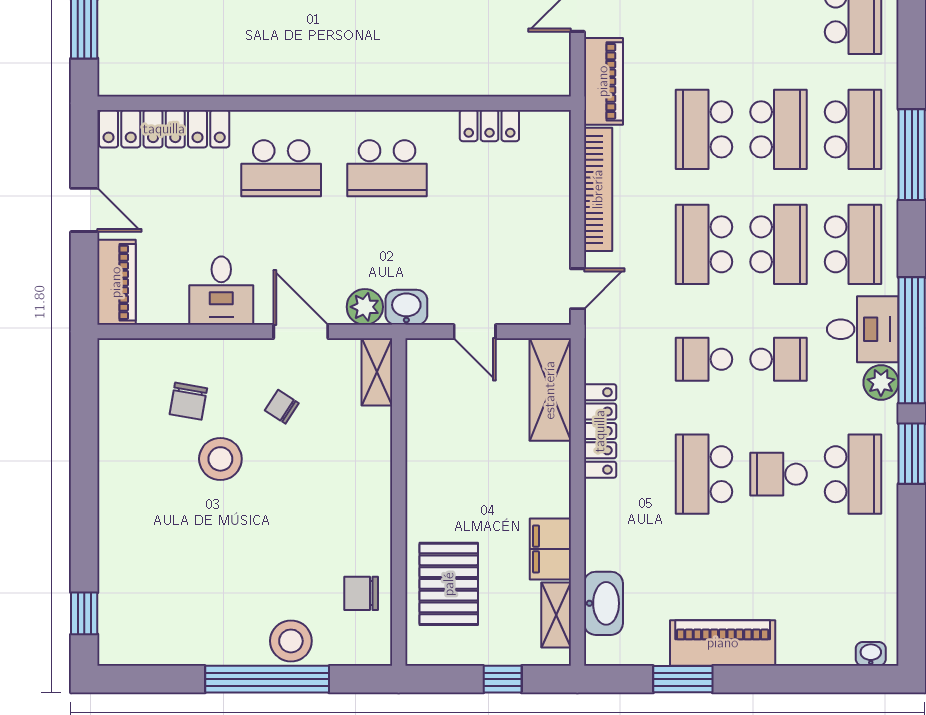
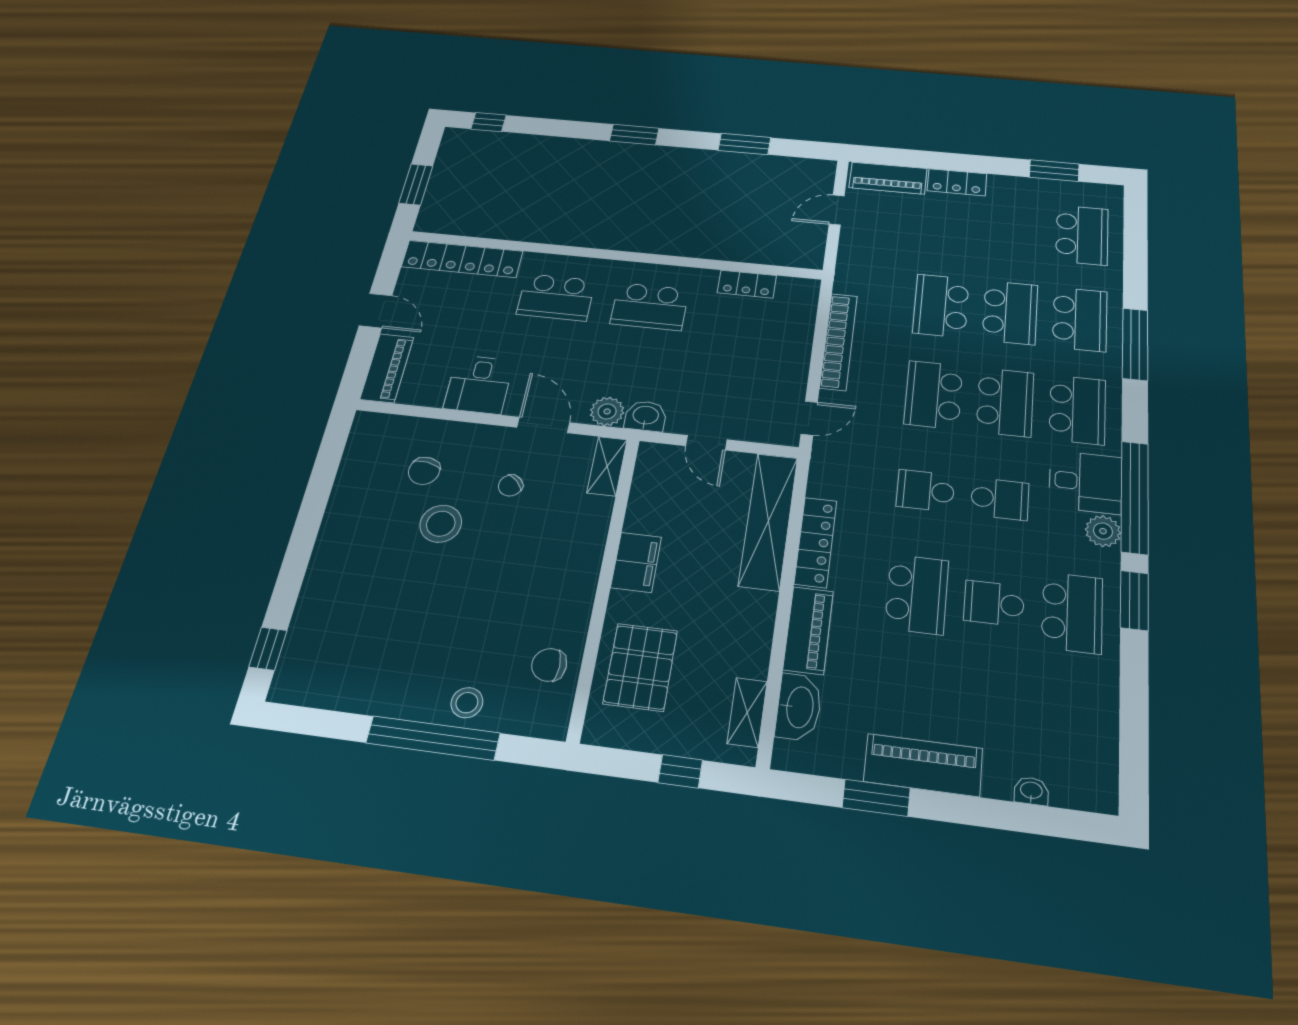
piano: (603, 81) -> (808, 630), moved
shelving: (550, 390) -> (768, 521), width x1.47
chair: (282, 407) -> (511, 485), turned -79
school desk: (704, 474) -> (917, 594), turned 180
filing cabinet: (550, 549) -> (636, 562), moved, turned 180
stool: (291, 641) -> (467, 703), width x0.73, depth x0.73
washbasin: (871, 654) -> (1031, 791), moved

